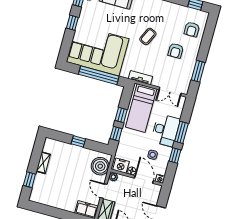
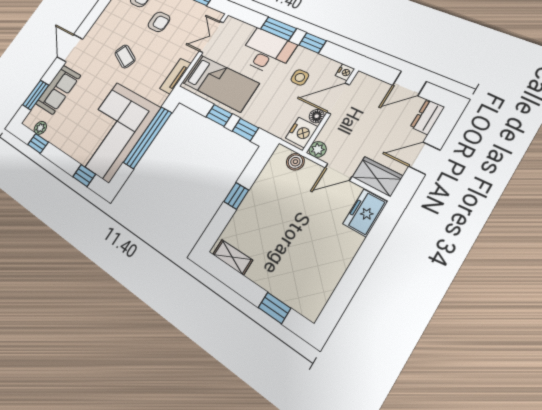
window: (72, 23) -> (84, 175), moved
double door: (170, 91) -> (211, 37), swing flipped
shelving: (43, 163) -> (232, 257), moved
boiler: (100, 166) -> (295, 162), width x0.54, depth x0.54

